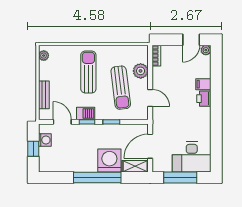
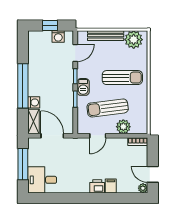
plant: (44, 56) -> (134, 40), width x1.88, depth x1.88
bench: (44, 95) -> (106, 36), width x1.36
barbecue: (86, 114) -> (83, 87), moved
desk: (192, 157) -> (42, 180), width x0.73
washing machine: (109, 160) -> (34, 102), width x0.53, depth x0.53

